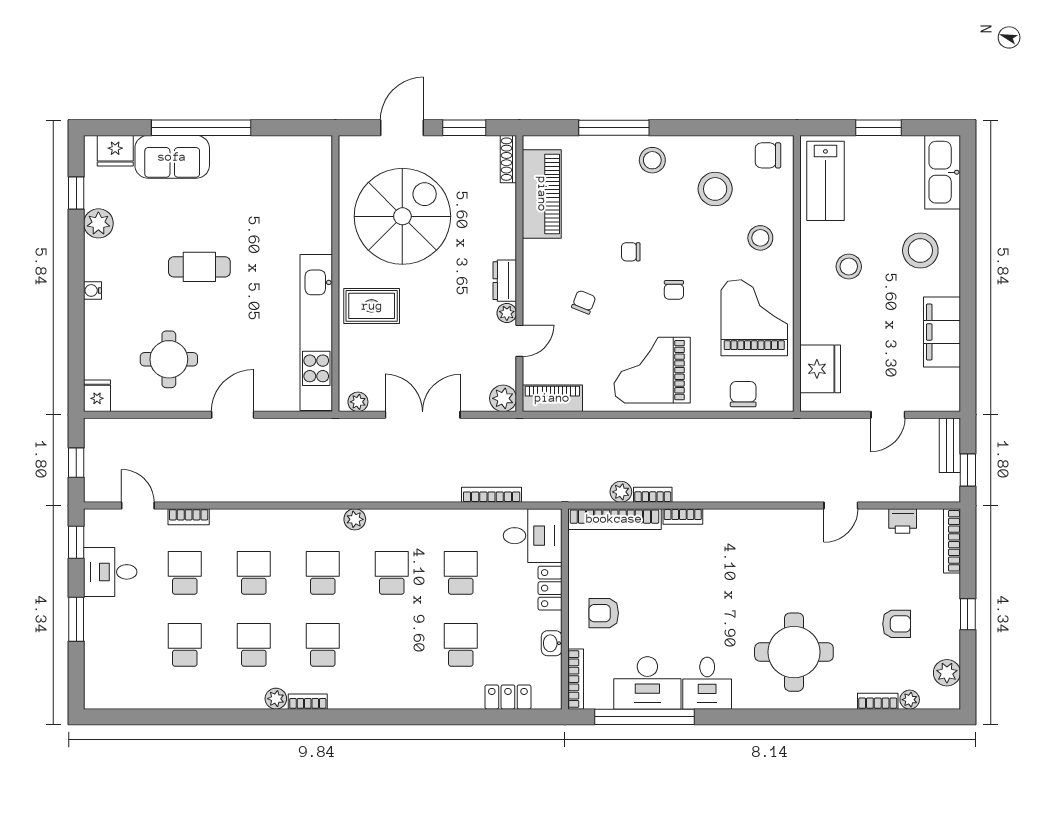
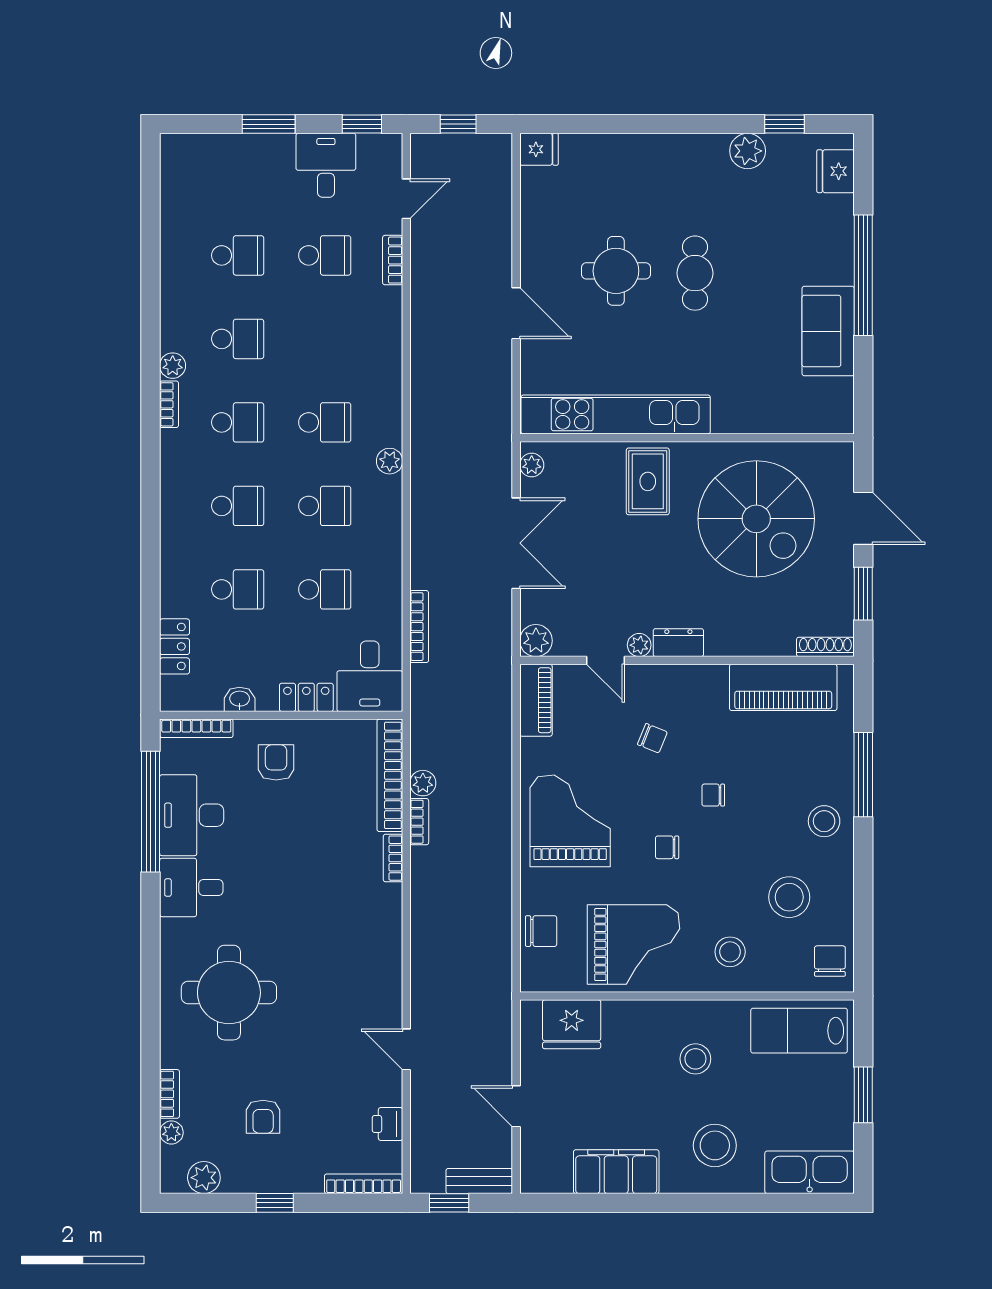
sofa: (172, 157) -> (828, 331), moved
chair: (631, 252) -> (713, 795), turned -90
water cooler: (93, 290) -> (666, 144), removed
round table: (169, 359) -> (616, 271), moved
school desk: (254, 573) -> (238, 506), moved

